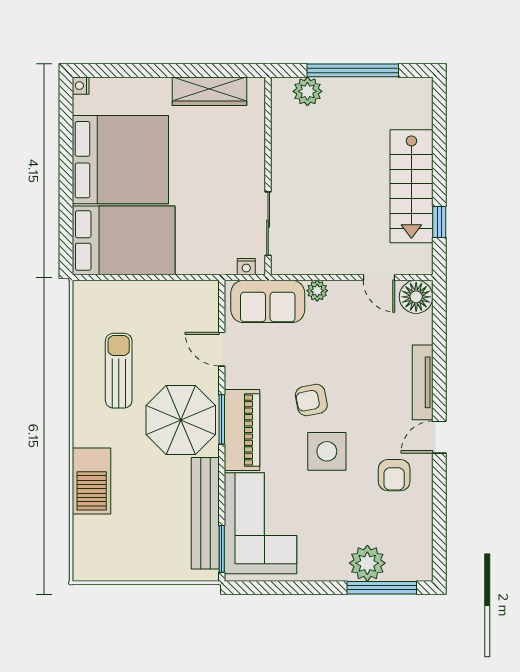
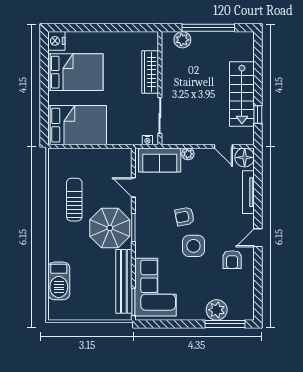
nightstand: (81, 86) -> (56, 41), width x1.89, depth x1.79
wardrobe: (210, 91) -> (150, 72), moved, turned 90
bed: (120, 160) -> (75, 72), width x0.73
tv unit: (423, 382) -> (248, 192), moved
piano: (242, 430) -> (145, 234), removed
barbecue: (92, 481) -> (59, 281), moved

